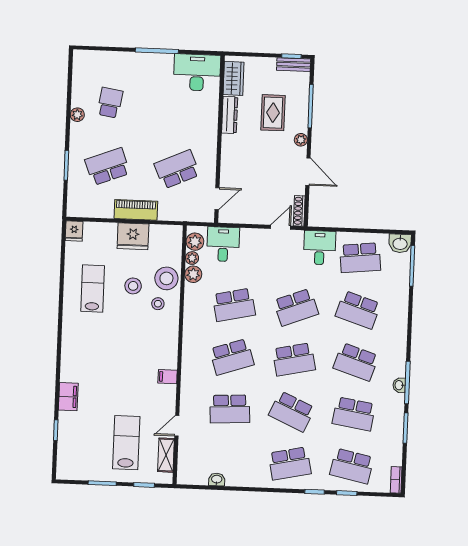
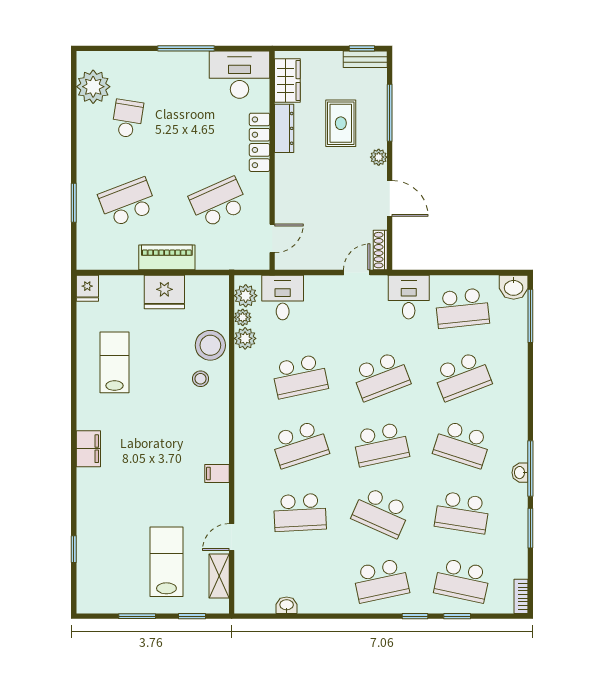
plant: (77, 115) -> (93, 87), moved, width x1.88, depth x1.88
locker: (210, 125) -> (260, 142), added
stool: (133, 286) -> (167, 357), removed
school desk: (358, 310) -> (462, 376), turned -39
filing cabinet: (68, 397) -> (88, 449), moved

